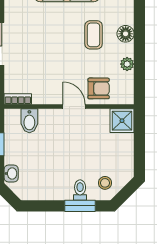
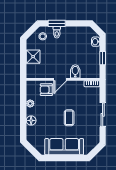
coffee table: (94, 35) -> (69, 118), moved
door: (74, 107) -> (60, 79), hinge flipped
bidet: (29, 121) -> (75, 71), moved
shower: (122, 121) -> (33, 57), moved

